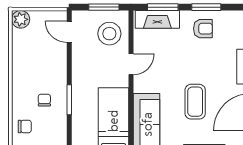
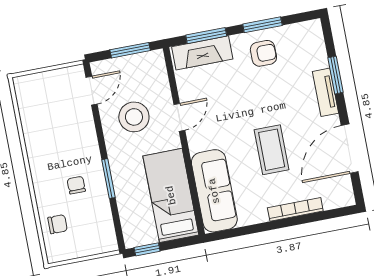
plant: (21, 19) -> (25, 87), removed
door: (69, 32) -> (92, 91), swing flipped
stool: (109, 34) -> (134, 117), moved

